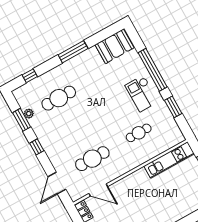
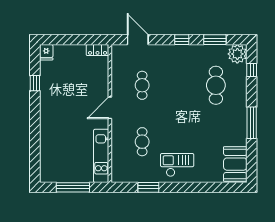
window: (153, 70) -> (194, 187), removed
plant: (29, 114) -> (237, 54), moved, width x1.87, depth x1.87
cafe table: (92, 159) -> (142, 85), width x0.73, depth x0.74
door: (98, 190) -> (110, 108), moved

